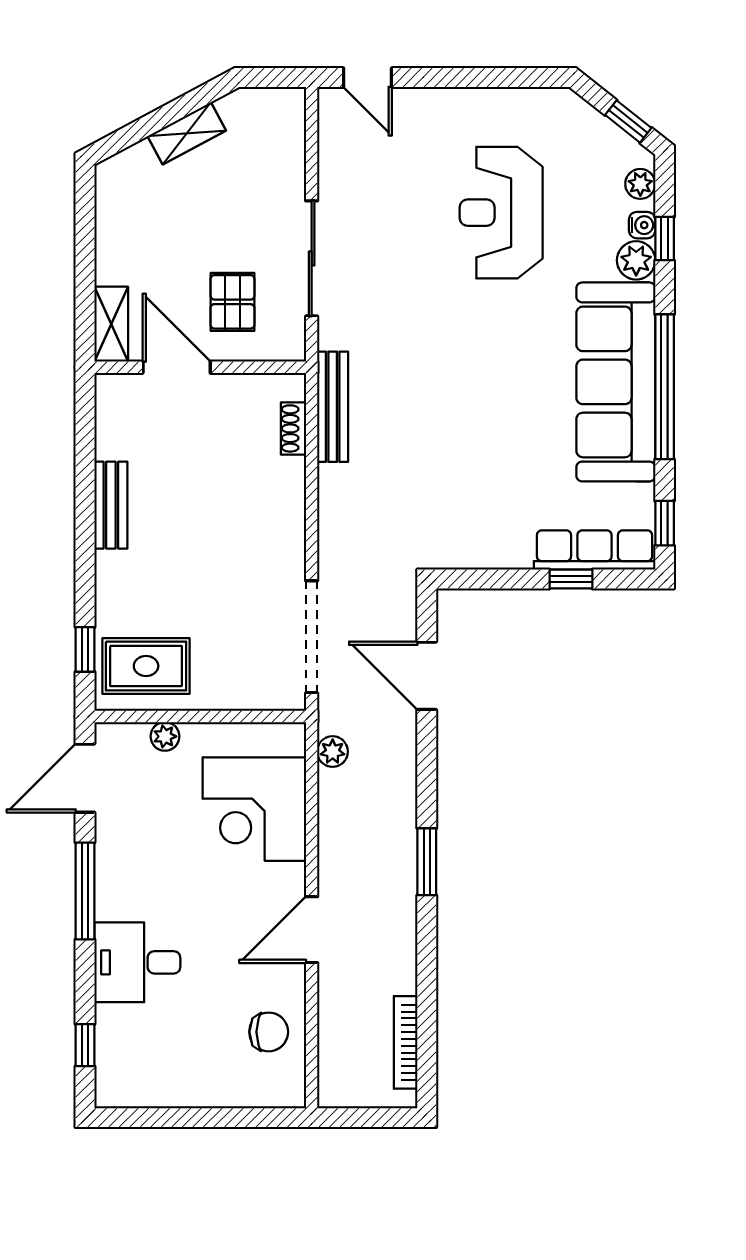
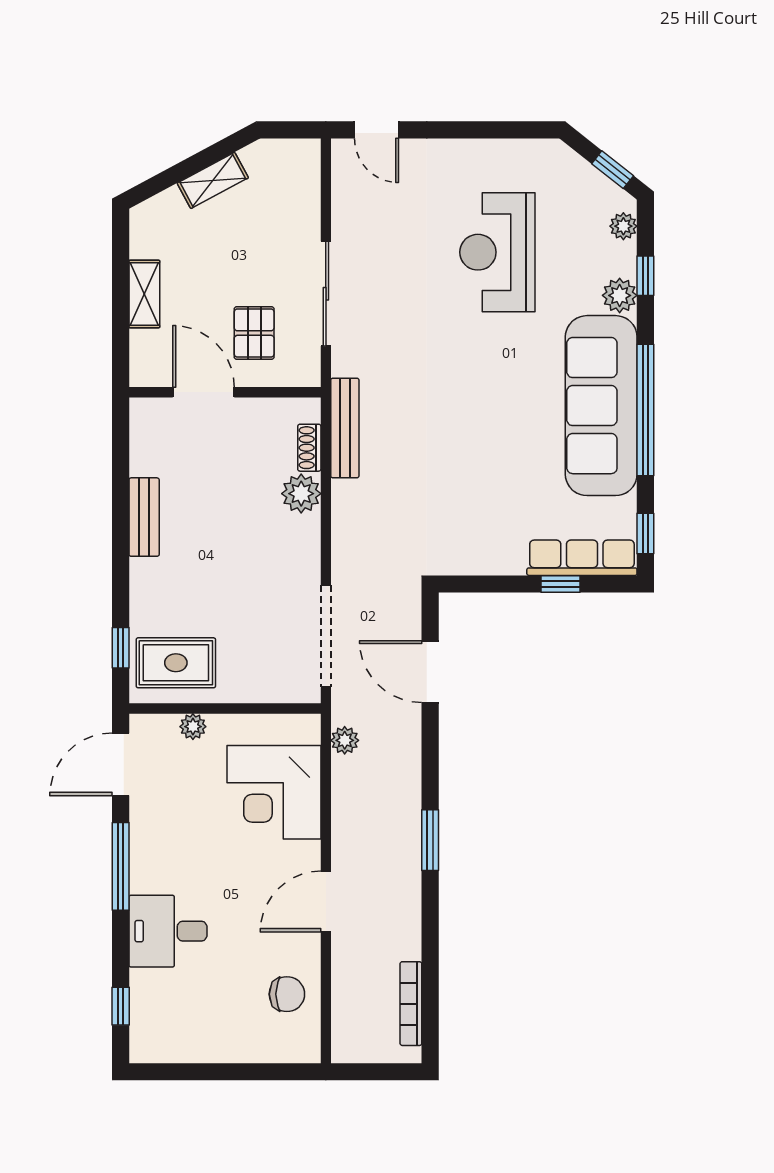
water cooler: (642, 225) -> (625, 264), removed
shelving: (111, 324) -> (144, 294), moved
plant: (284, 479) -> (301, 494), added

